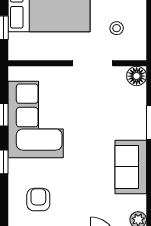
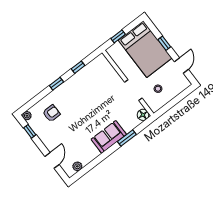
corner sofa: (36, 120) -> (87, 84), removed
sofa: (131, 167) -> (109, 137), moved

